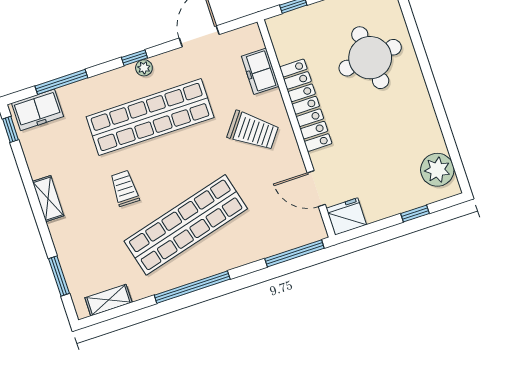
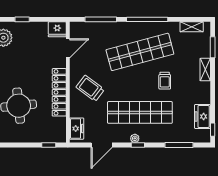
freezer: (260, 71) -> (77, 129), moved
freezer: (38, 110) -> (202, 116), moved, turned -90
door: (316, 189) -> (68, 48), hinge flipped
shelving: (48, 199) -> (205, 70), moved
window: (294, 253) -> (101, 19), moved

